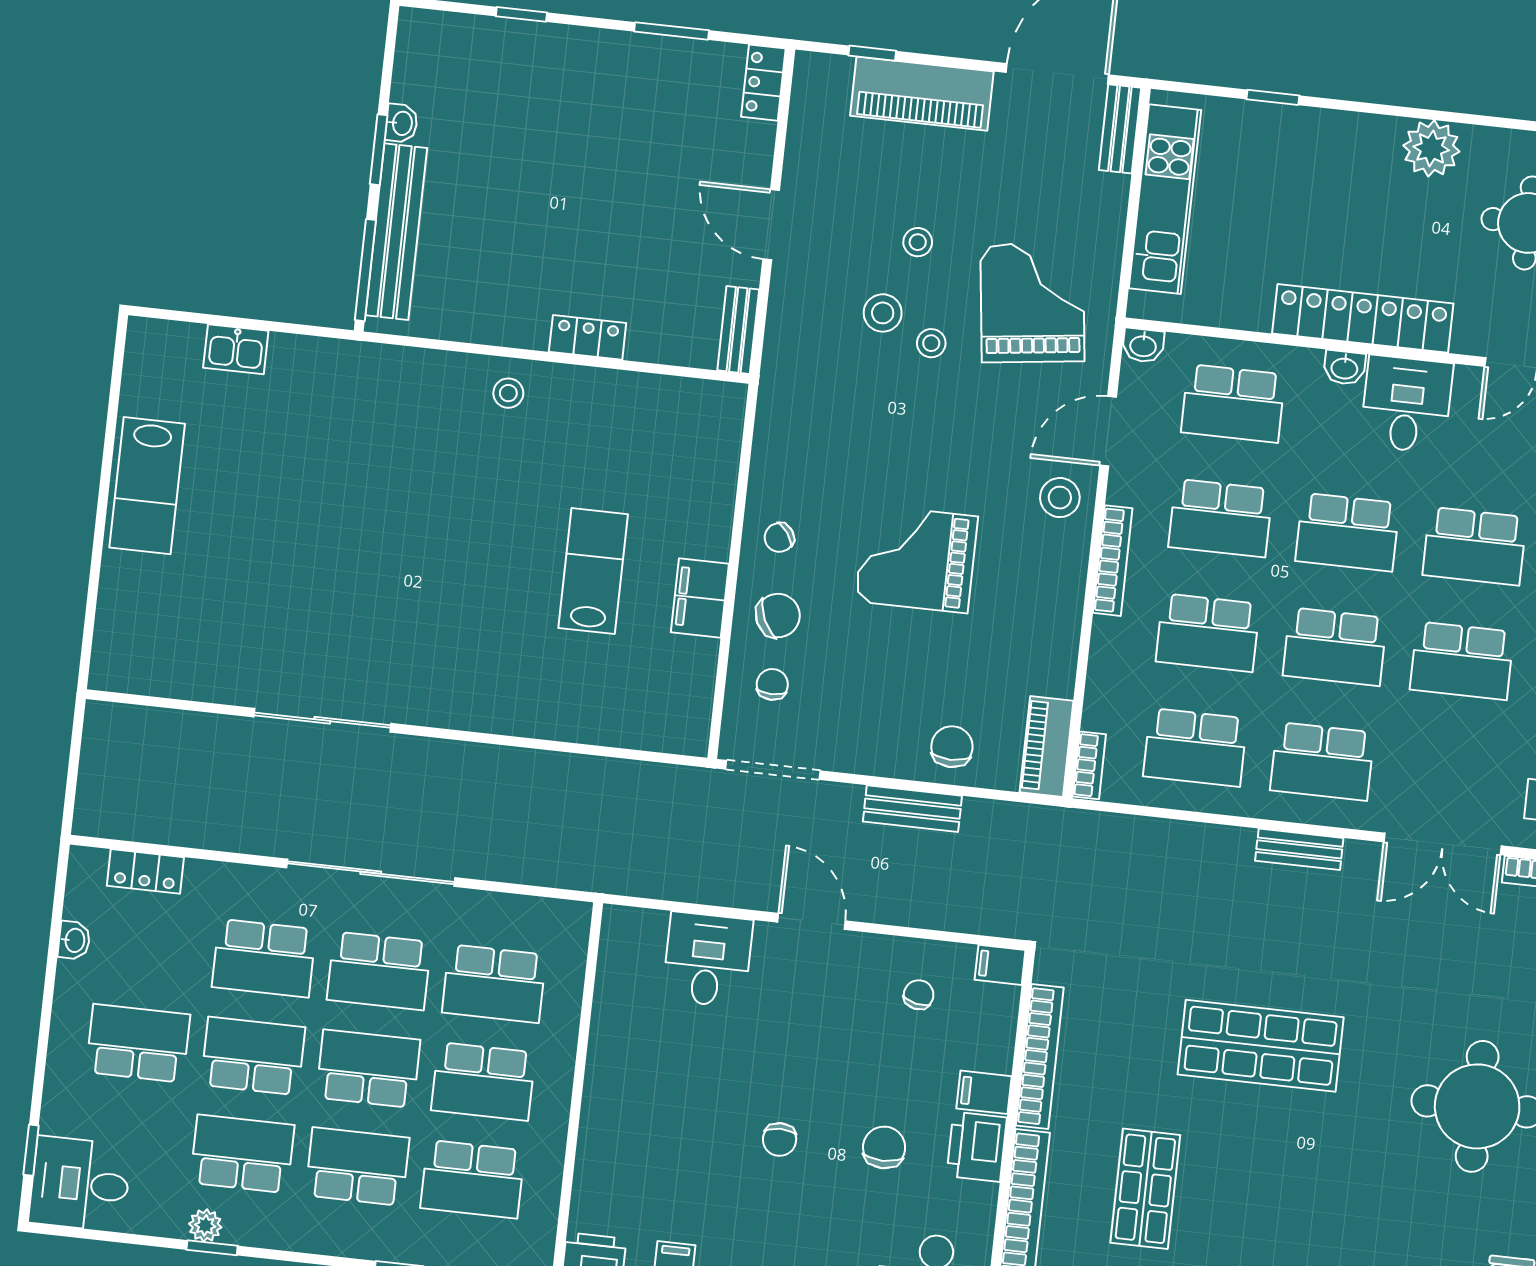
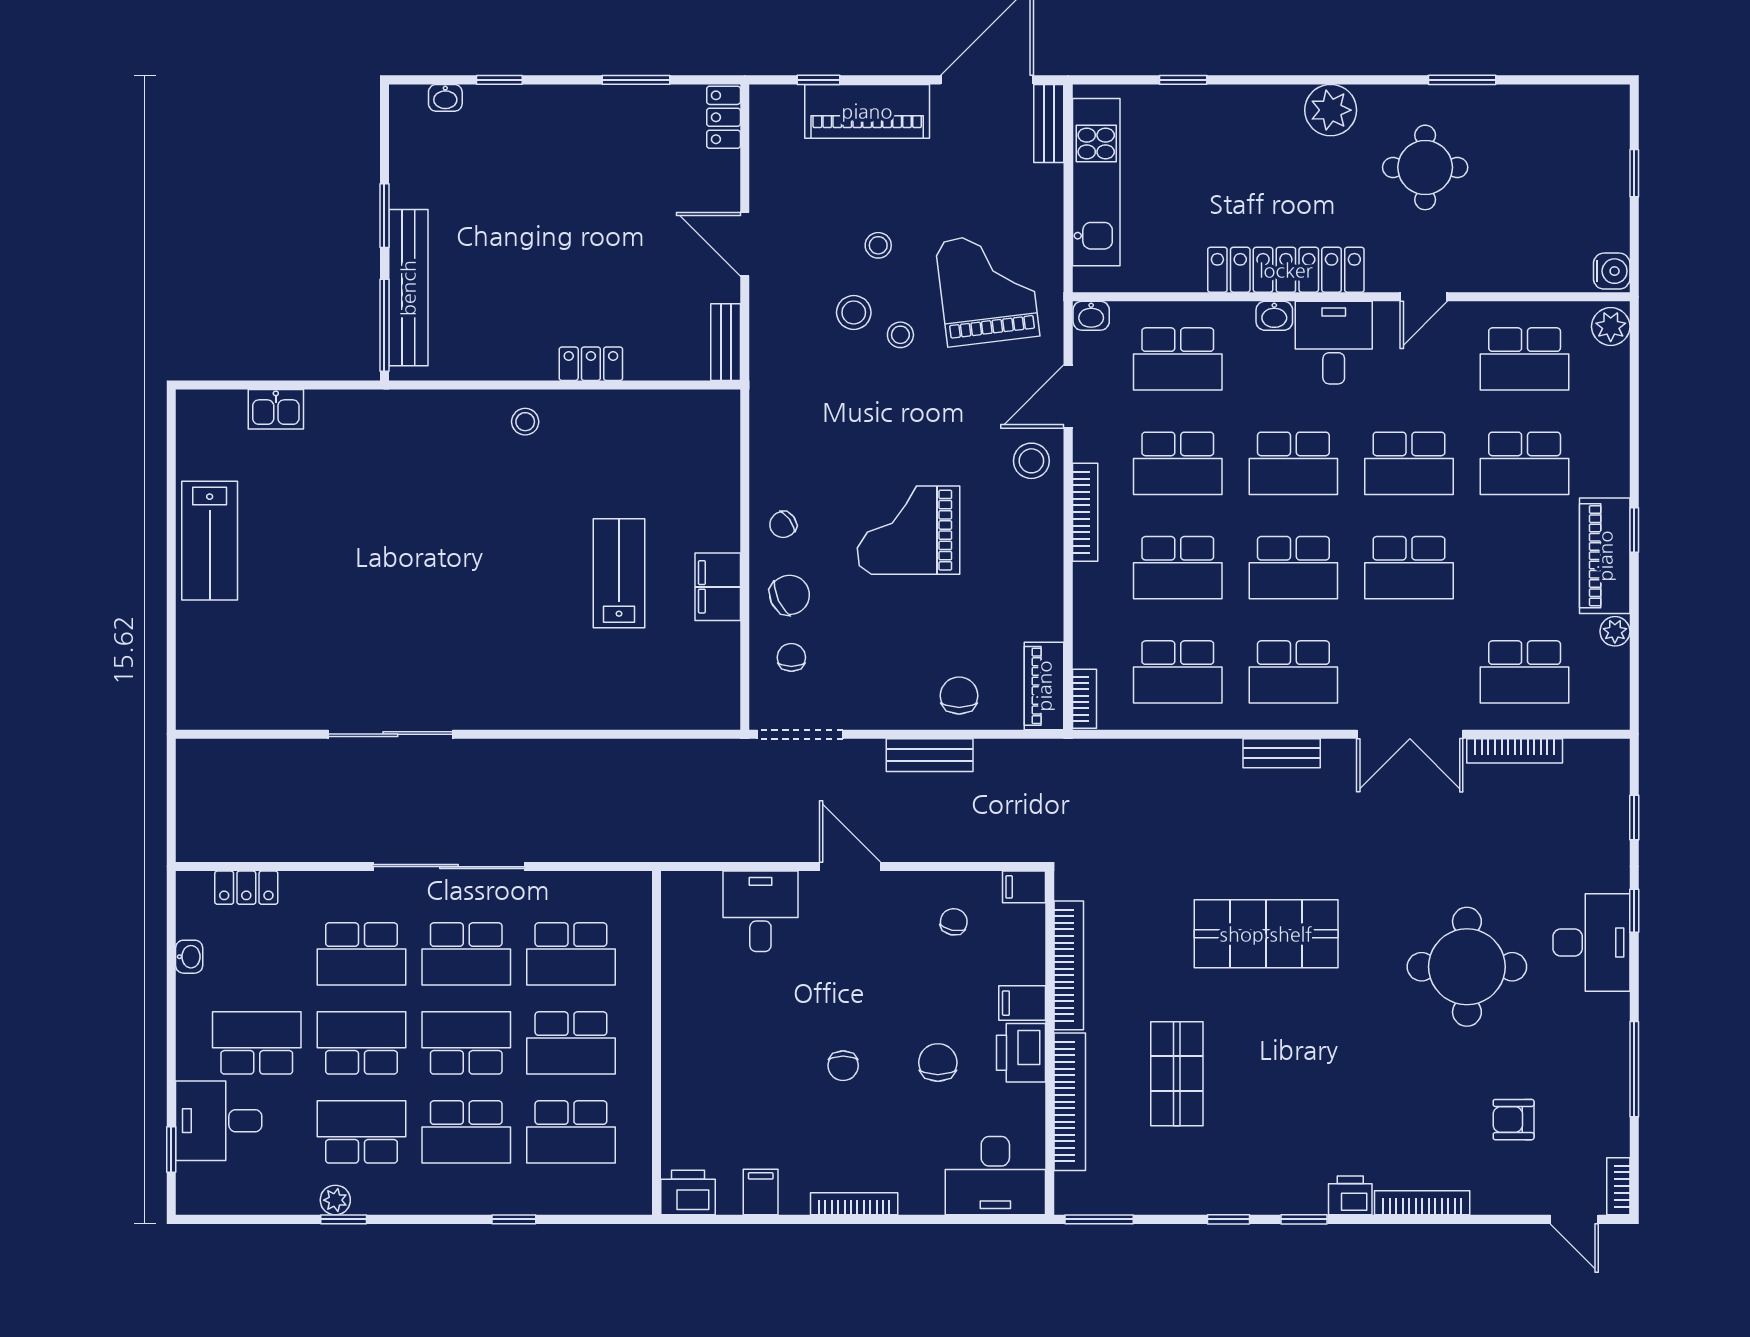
washbasin: (402, 123) -> (445, 98), moved, turned 90
school desk: (357, 1167) -> (466, 1132), turned 180
desk: (80, 1184) -> (219, 1121), moved

